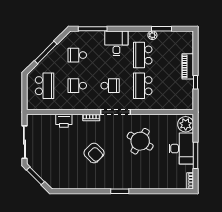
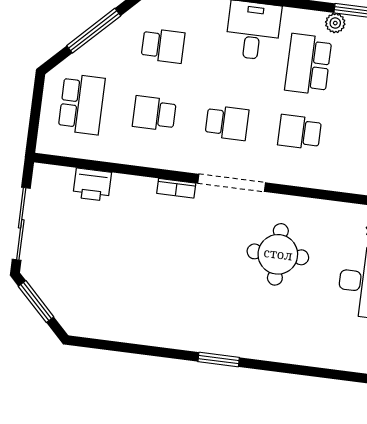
school desk: (77, 55) -> (163, 46), turned 180
school desk: (143, 86) -> (300, 132), width x0.54
printer: (64, 121) -> (92, 185), moved
round table: (140, 141) -> (278, 254), turned -30
armchair: (94, 153) -> (172, 268), removed

